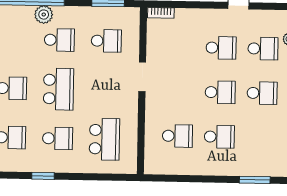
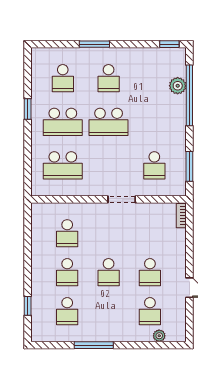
plant: (44, 15) -> (178, 86), moved
school desk: (59, 40) -> (154, 122), removed
school desk: (262, 93) -> (67, 311), moved
school desk: (58, 138) -> (63, 122), width x1.85
window: (255, 180) -> (28, 306), width x0.67

